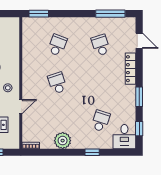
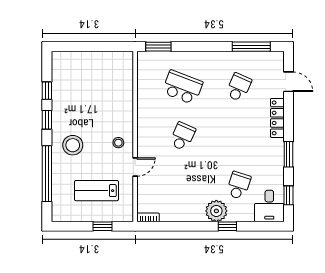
school desk: (57, 45) -> (182, 87), width x1.85
school desk: (101, 45) -> (239, 87), turned 42
school desk: (57, 83) -> (182, 136), turned 42
plant: (63, 141) -> (216, 211), moved

